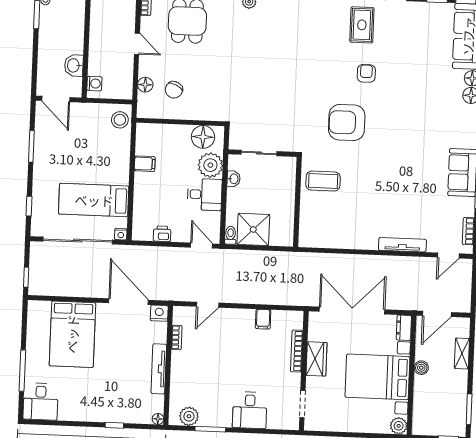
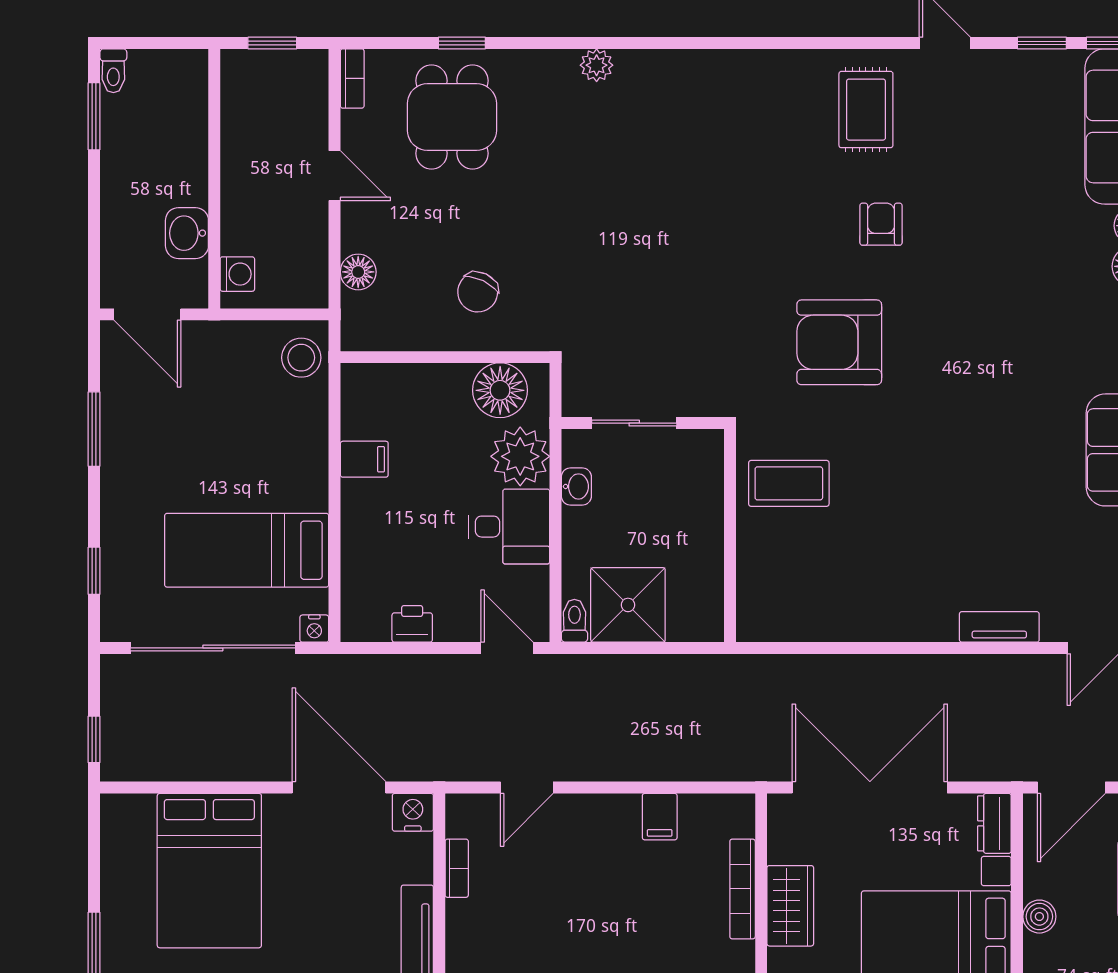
chair: (174, 90) -> (478, 292), moved
tv unit: (402, 245) -> (999, 627), width x0.71

